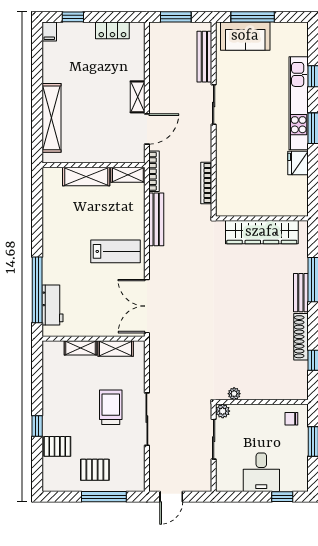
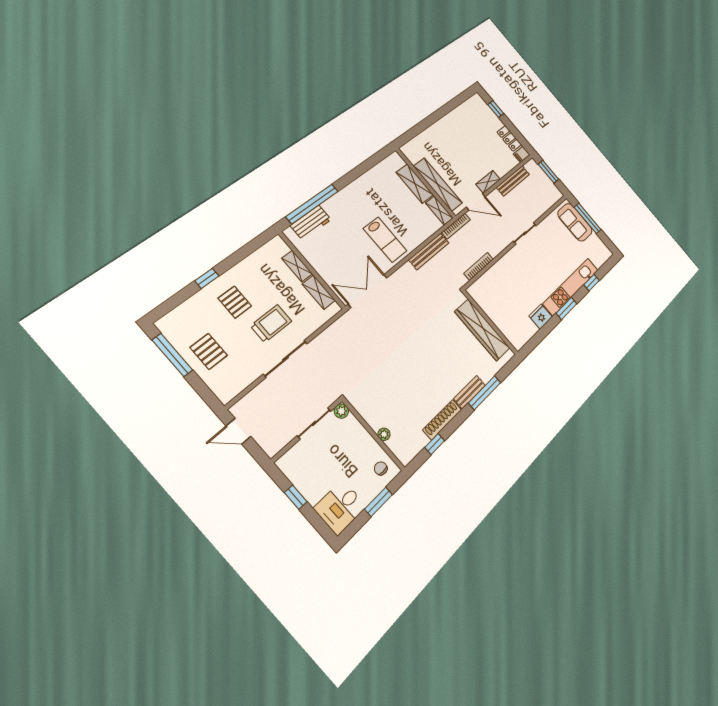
filing cabinet: (49, 32) -> (522, 154), moved
bench: (204, 57) -> (513, 181), moved
shelving: (51, 118) -> (438, 185), moved, turned 90
plant: (234, 394) -> (384, 434), moved
pallet: (57, 446) -> (235, 302), moved
desk: (261, 472) -> (340, 507), moved
window: (104, 497) -> (172, 355), moved
window: (282, 497) -> (296, 497), moved

